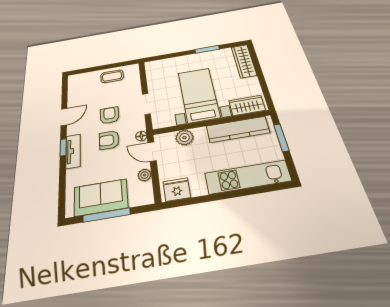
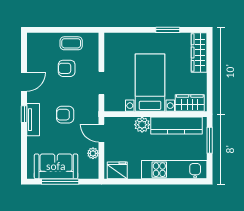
armchair: (110, 115) -> (67, 68), moved, turned -90
floor lamp: (141, 136) -> (94, 116), removed
plant: (185, 138) -> (142, 125), moved

